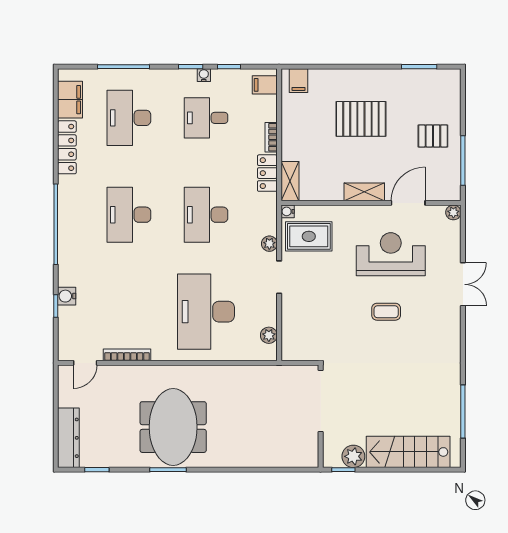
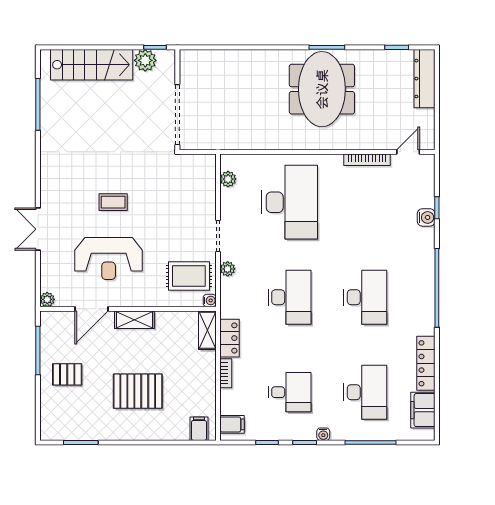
water cooler: (204, 75) -> (323, 434), moved

